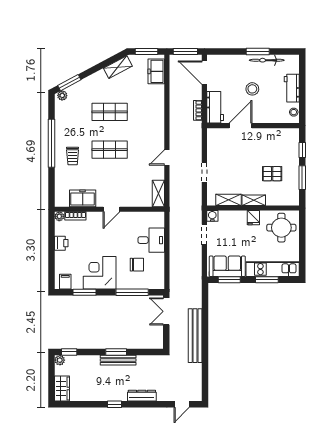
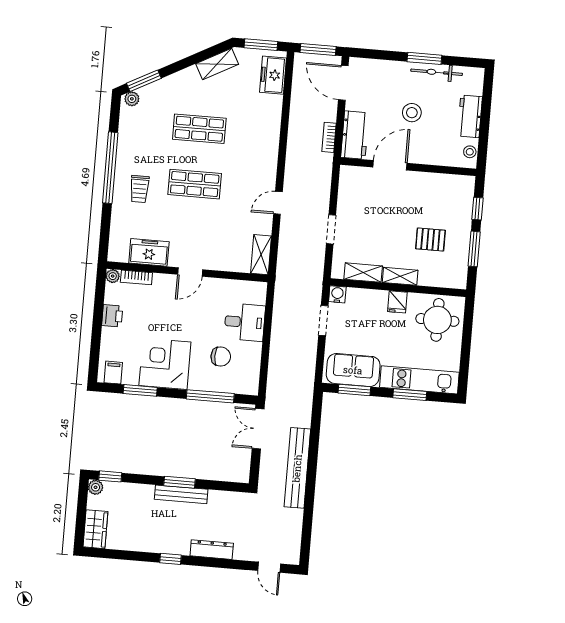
door: (182, 404) -> (269, 567), hinge flipped

